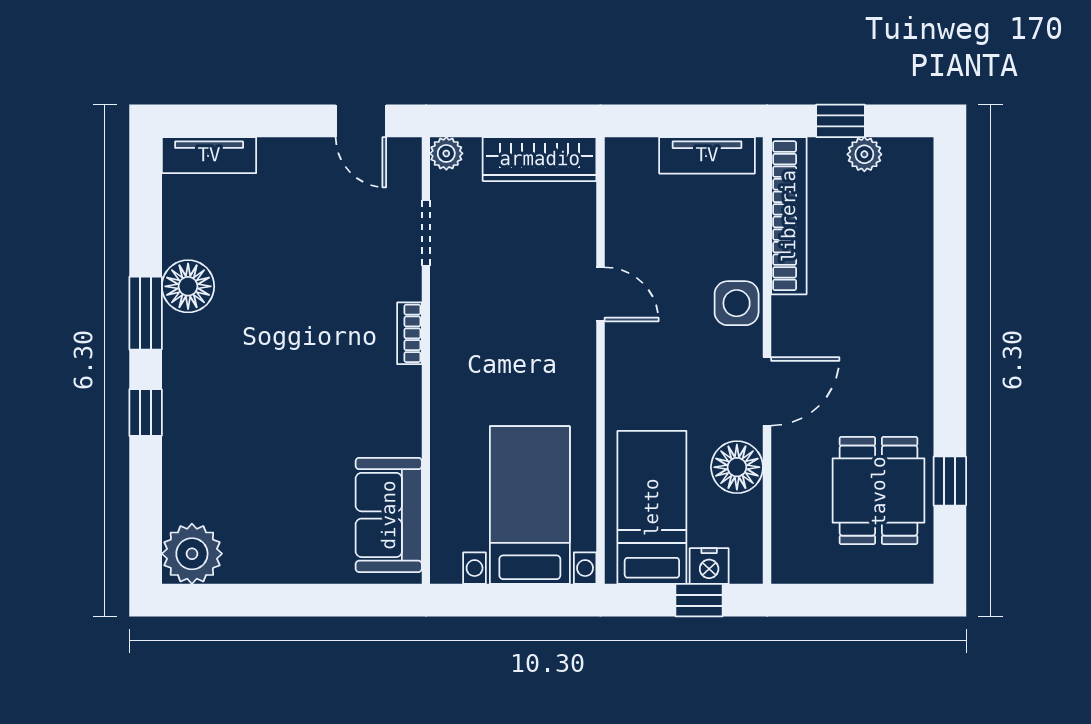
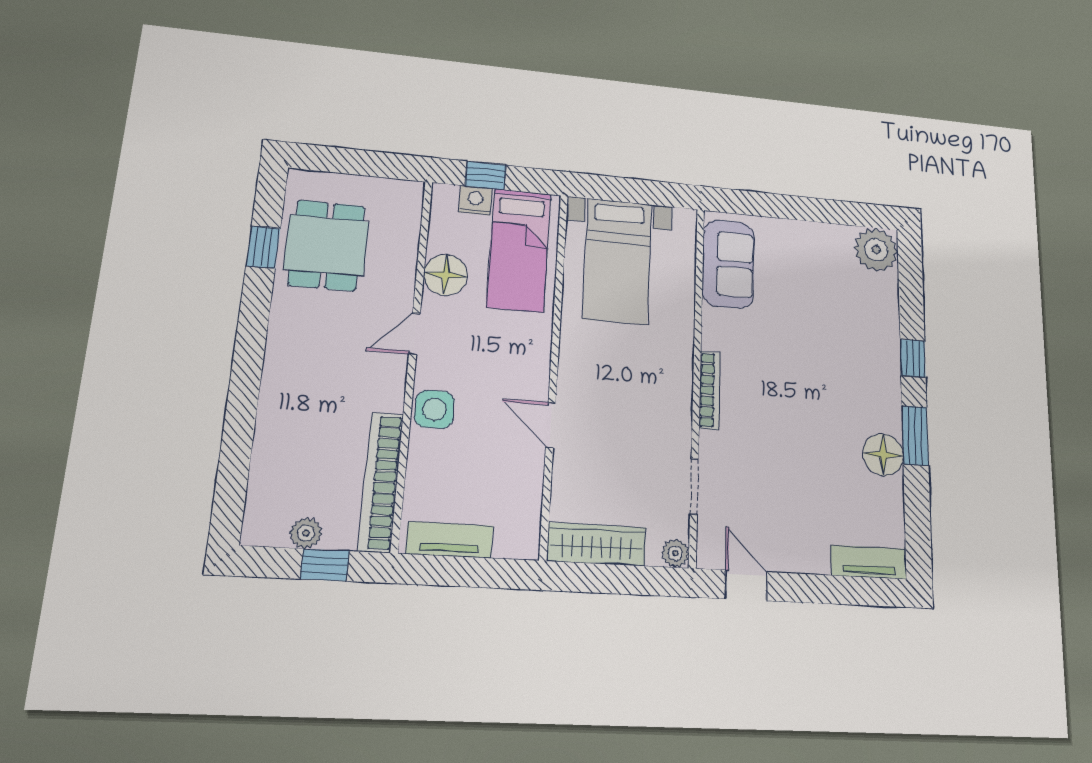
bookcase: (409, 333) -> (710, 390), width x1.56
door: (767, 391) -> (415, 334), width x0.73

